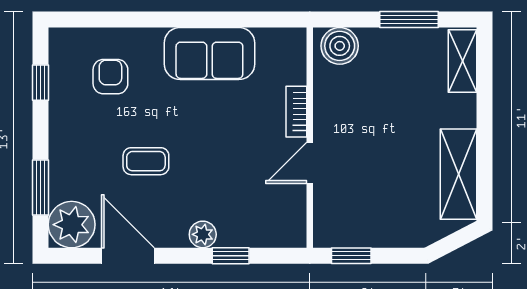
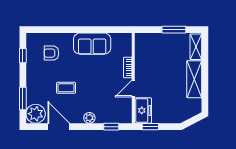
boiler: (340, 46) -> (146, 40), removed
armchair: (110, 77) -> (52, 53), turned -90
shelving: (458, 174) -> (194, 79), moved
freezer: (333, 216) -> (143, 110), added
window: (231, 256) -> (111, 127), moved

